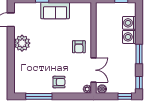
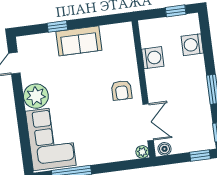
washing machine: (129, 37) -> (153, 58), moved, turned 180
corner sofa: (28, 72) -> (51, 138), added
armchair: (59, 82) -> (99, 147), removed

